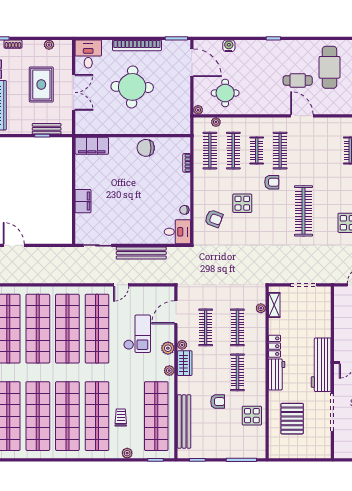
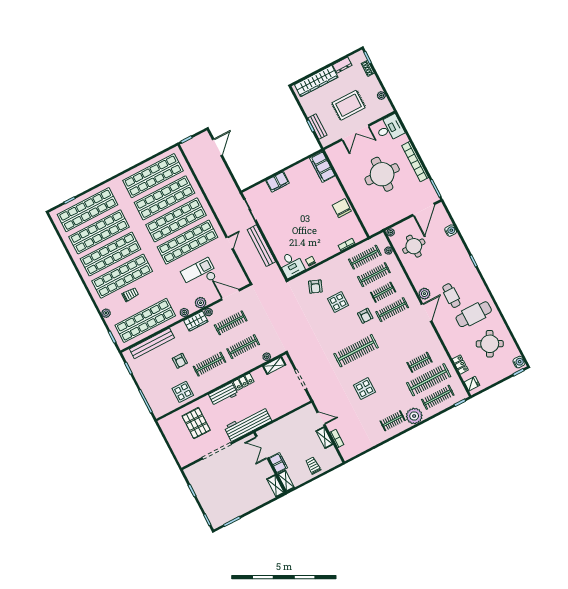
plant: (281, 108) -> (424, 294), added
door: (121, 285) -> (230, 243), swing flipped
checkout: (137, 334) -> (199, 274), turned 180
pallet: (292, 419) -> (196, 423), turned 90

